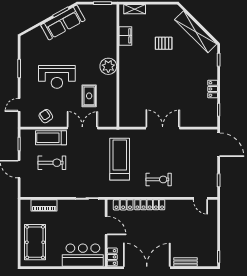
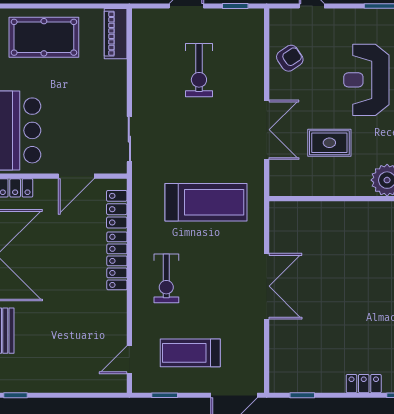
locker: (213, 89) -> (364, 384), moved
treadmill: (51, 138) -> (190, 353), moved, turned -90
piano: (44, 205) -> (116, 34), moved

